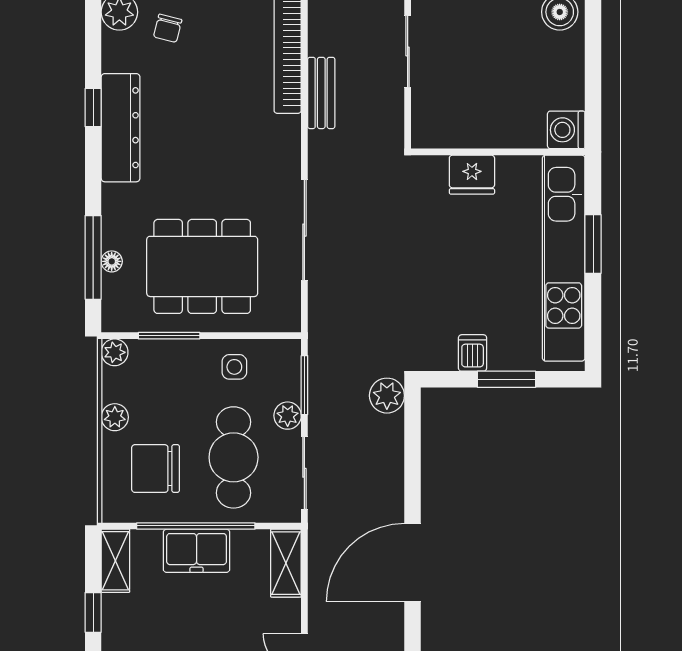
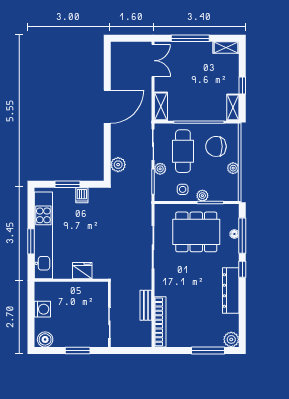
chair: (168, 28) -> (211, 333), removed
window: (93, 108) -> (242, 269), moved
washing machine: (566, 130) -> (42, 309), moved
plant: (115, 352) -> (202, 196), moved
plant: (387, 396) -> (118, 165), moved
chair: (156, 469) -> (216, 146), turned 180
freezer: (197, 551) -> (199, 112), removed

